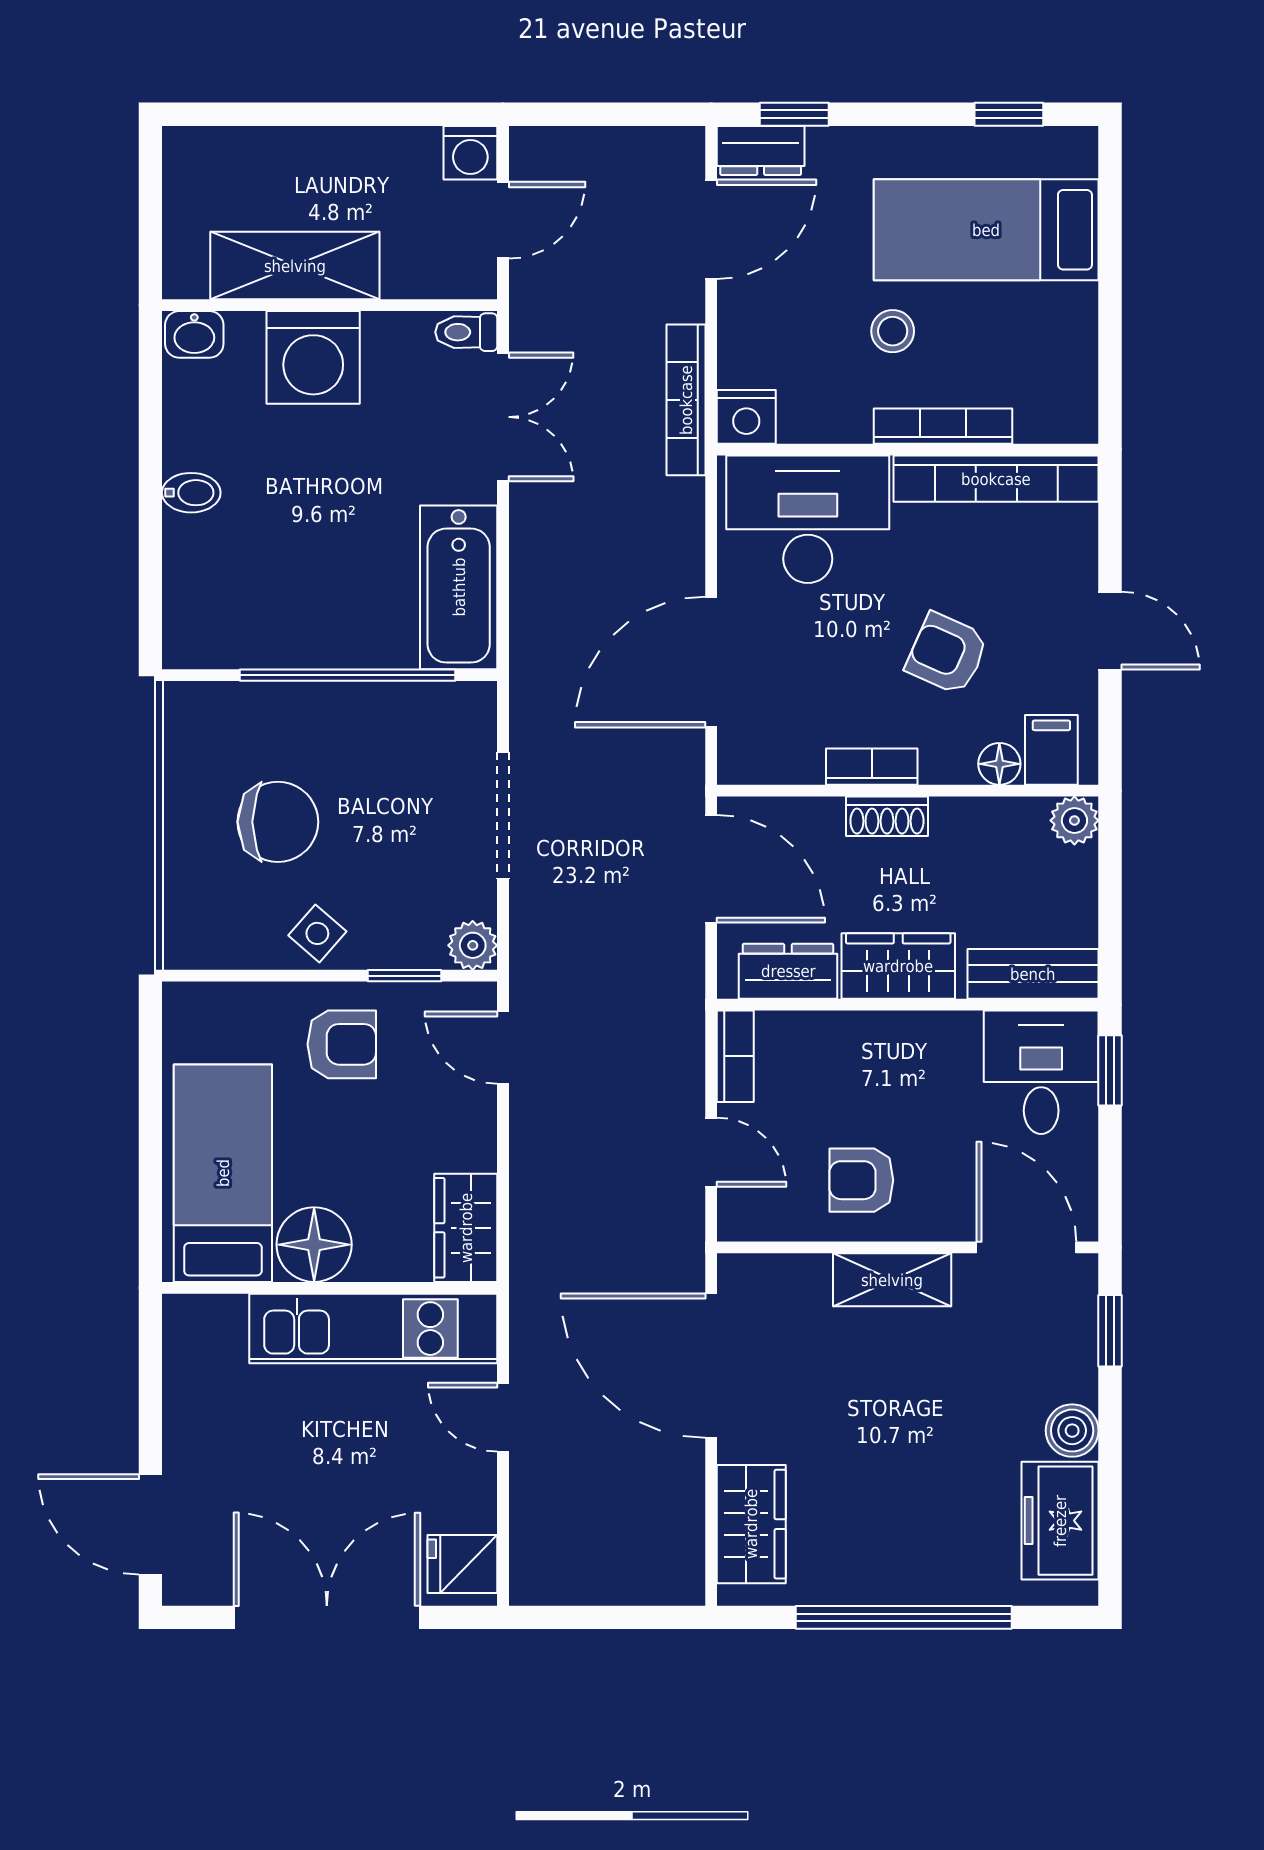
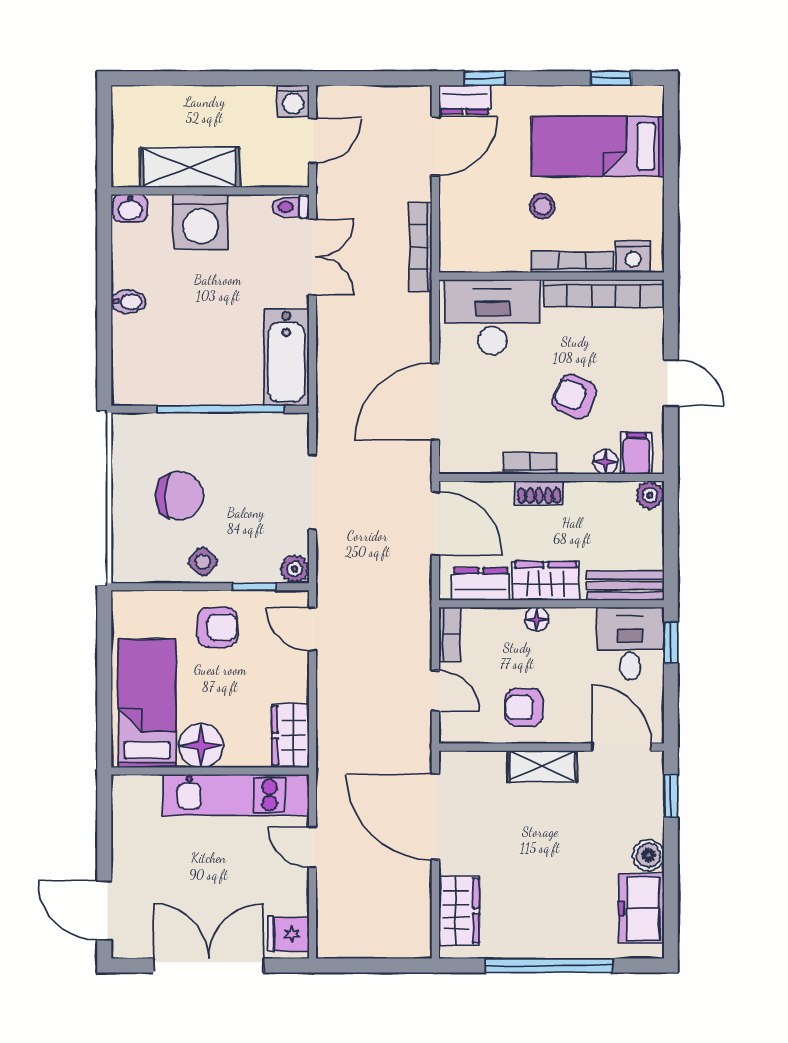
nightstand: (746, 417) -> (633, 257), moved
floor lamp: (883, 1031) -> (537, 619), added

